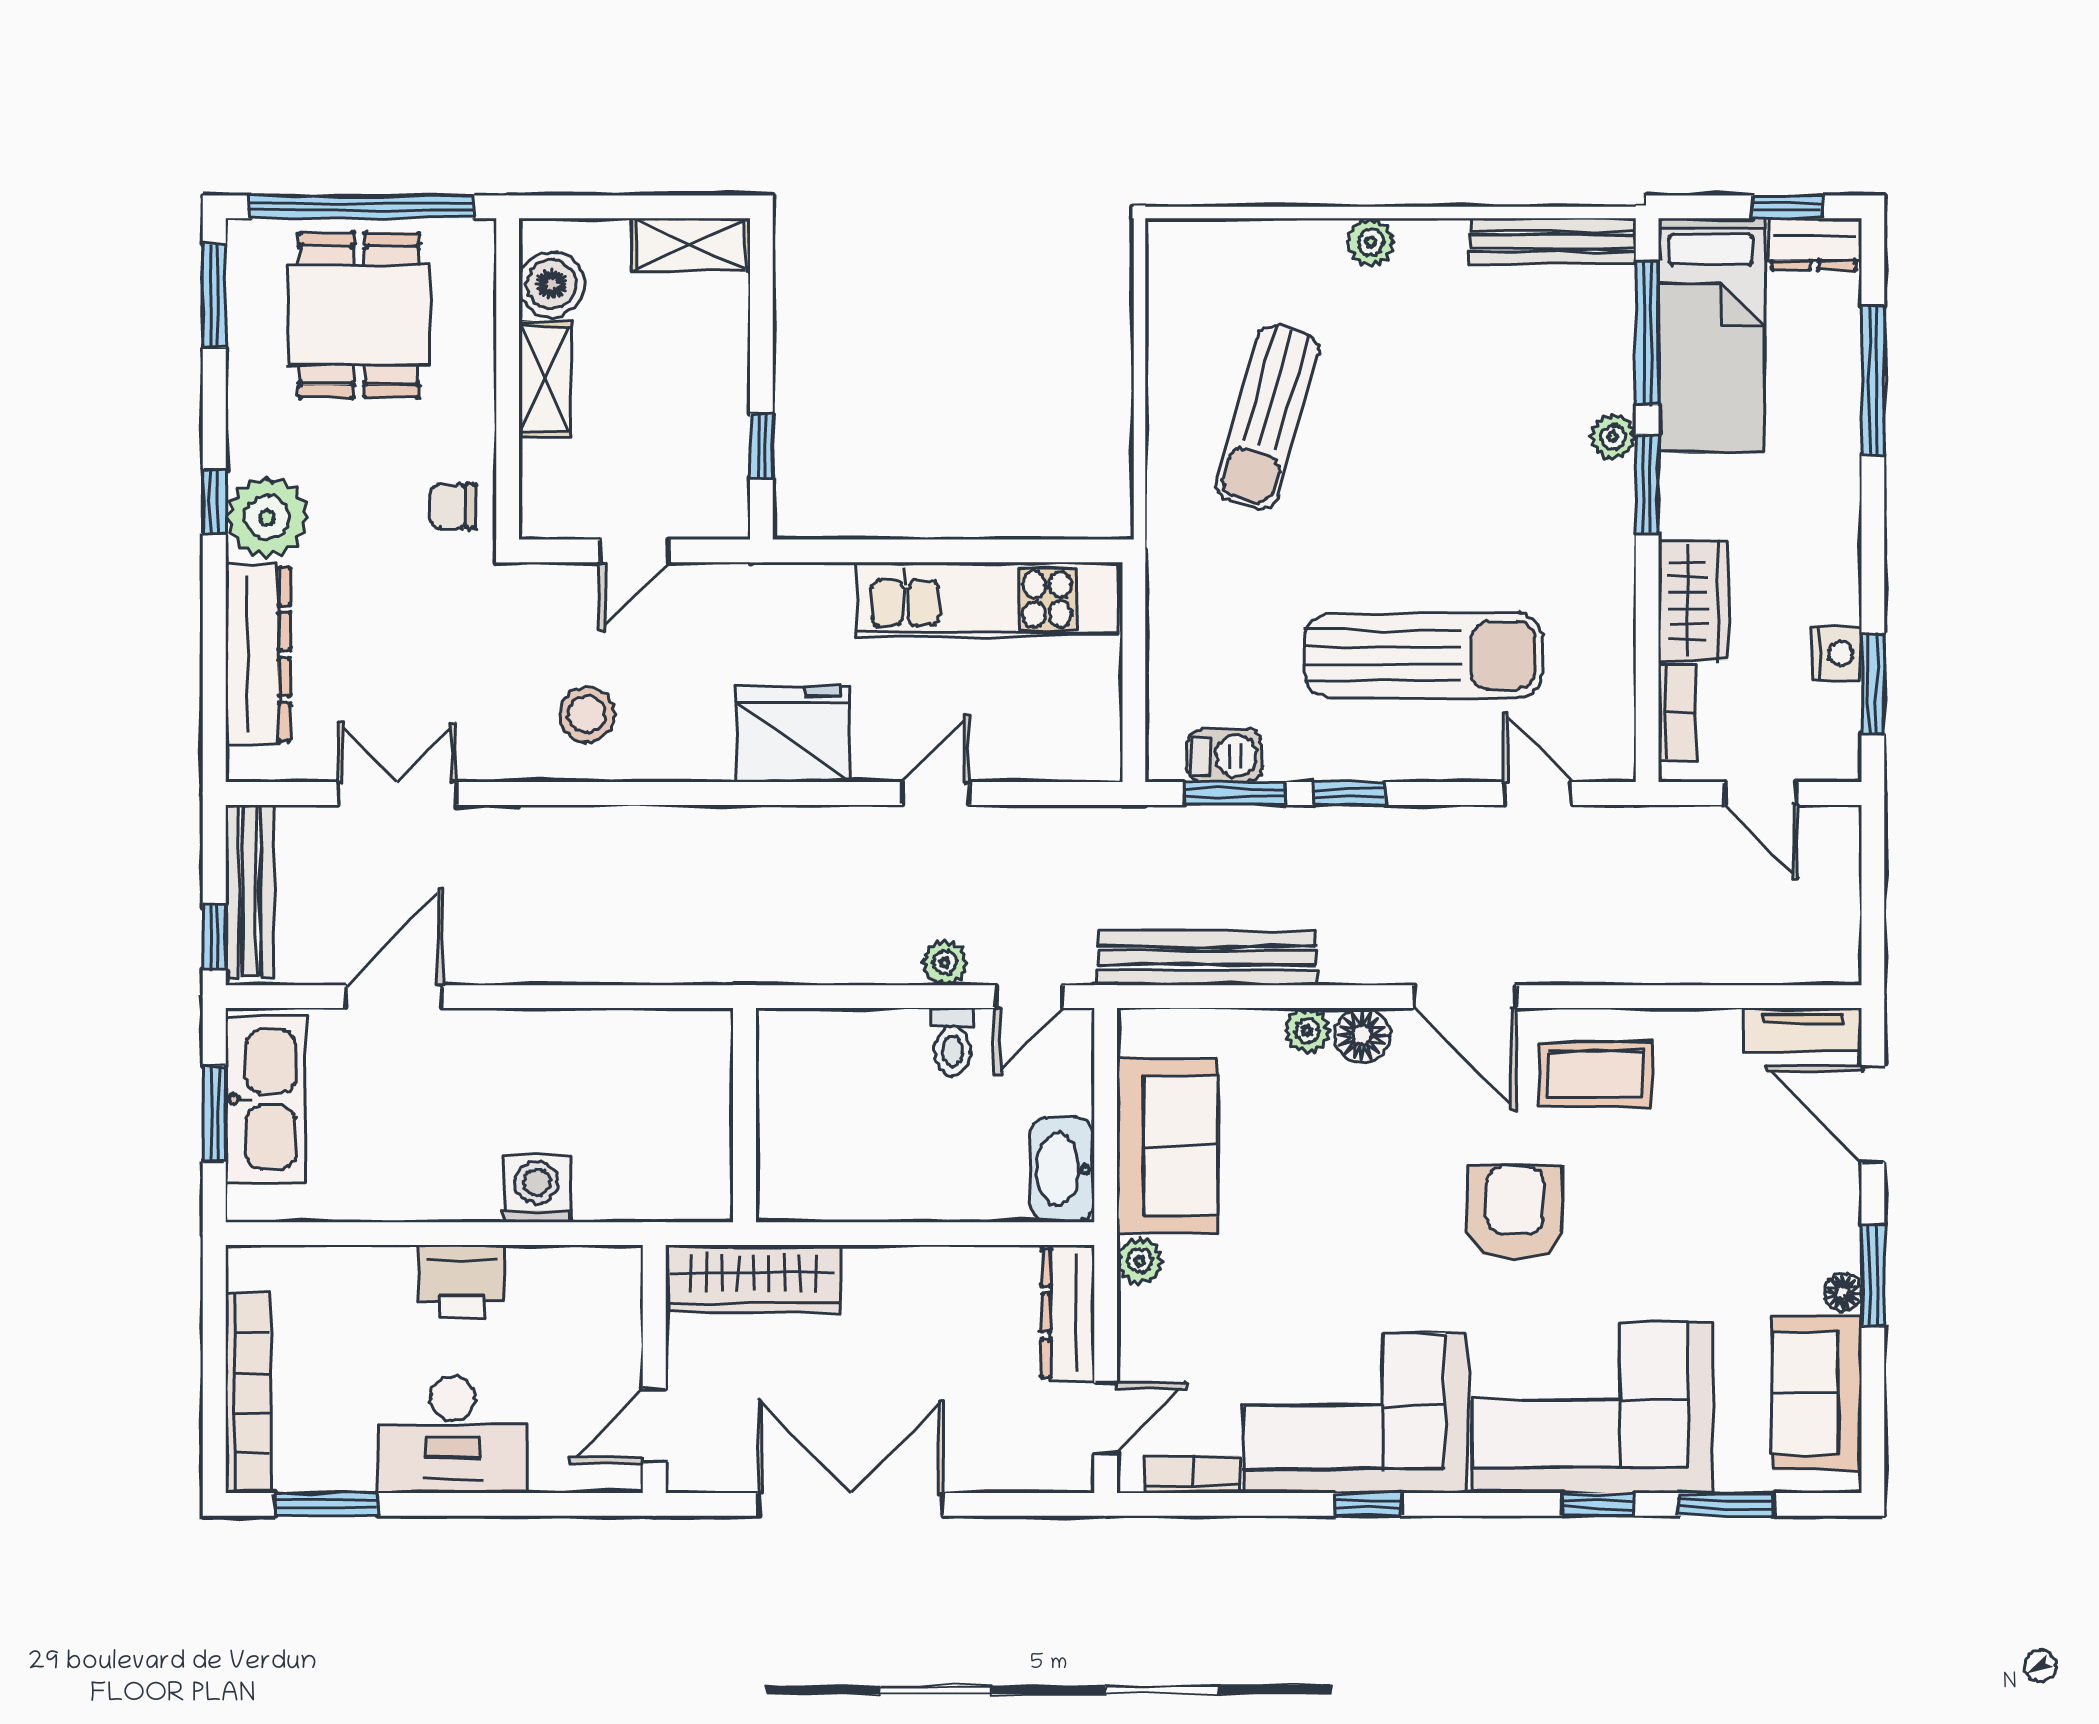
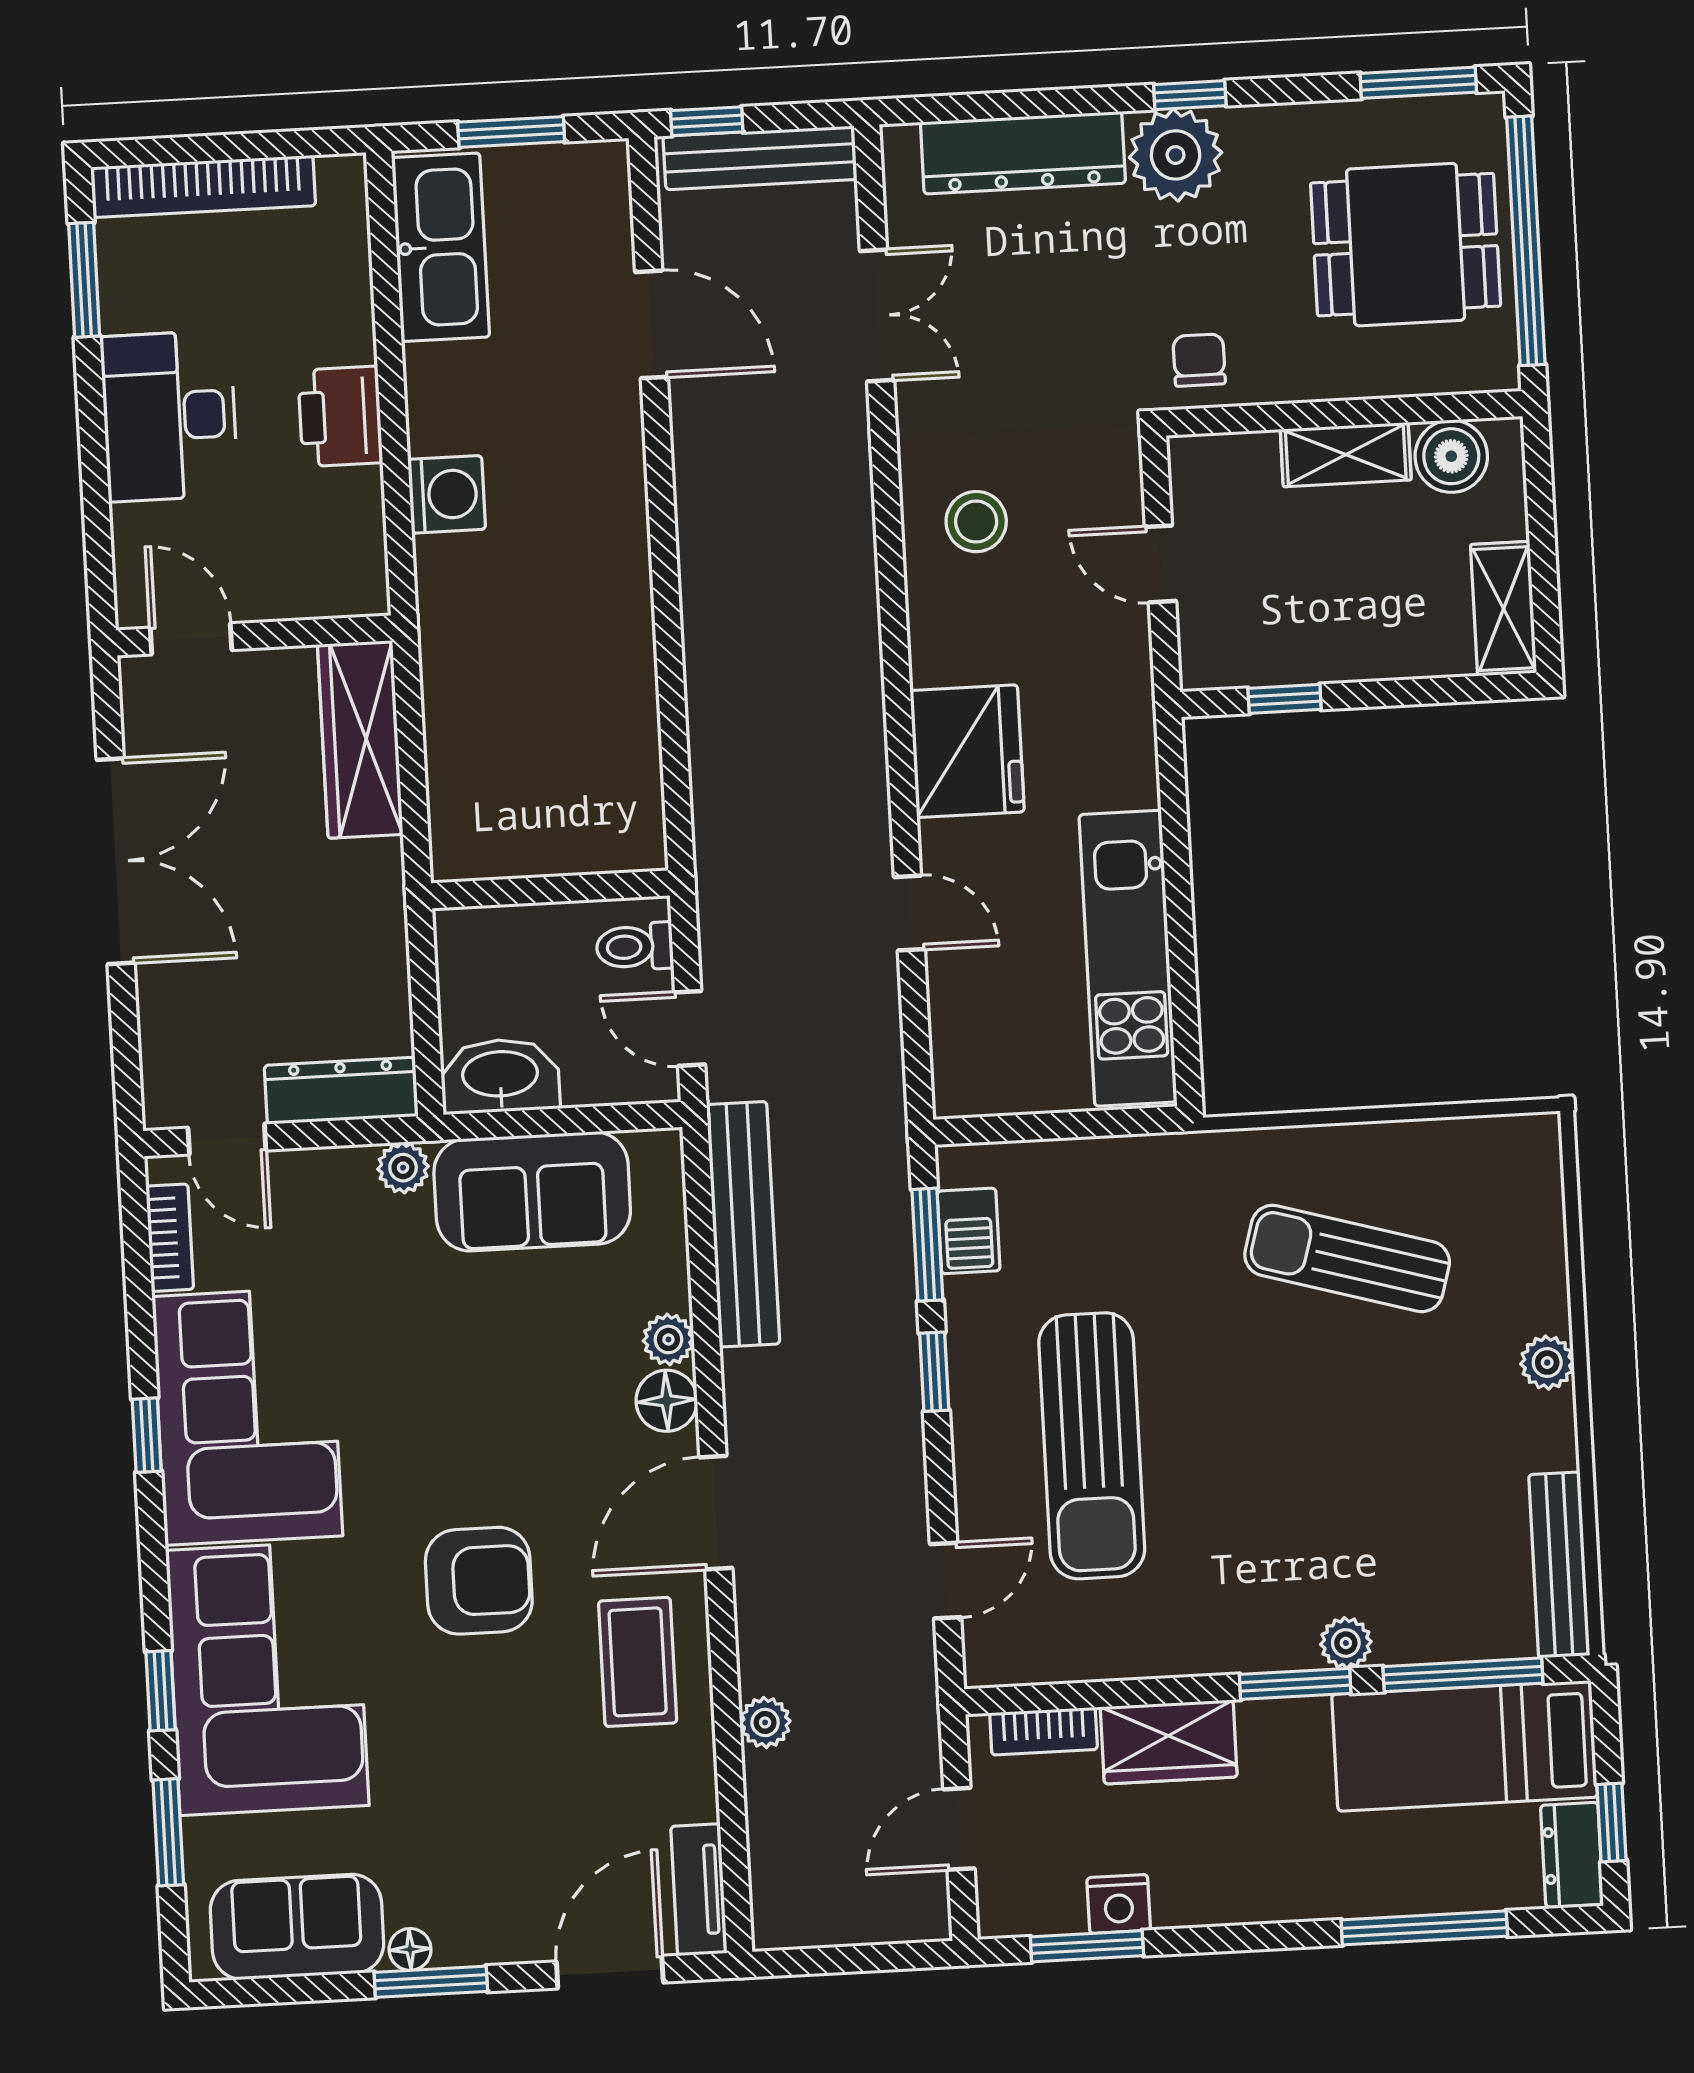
plant: (945, 963) -> (765, 1722), moved
kitchen sink: (265, 1099) -> (441, 247), moved, turned -90
wall: (745, 1115) -> (550, 889), moved

